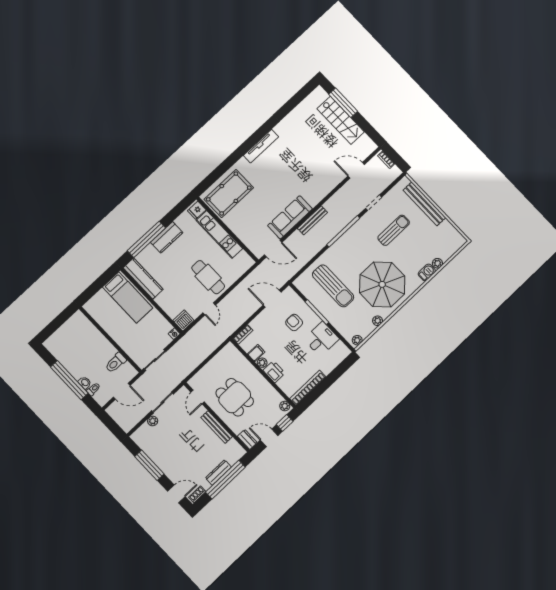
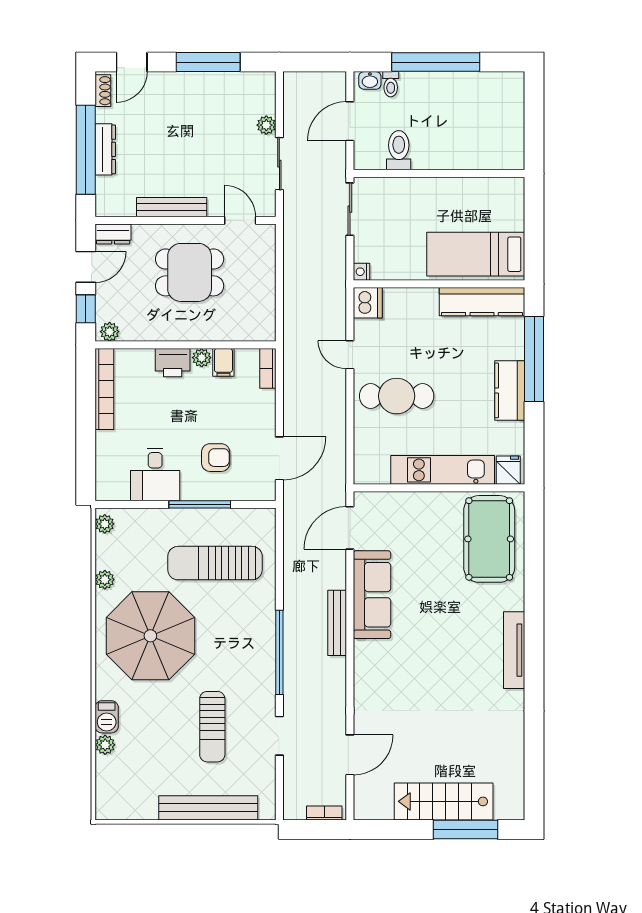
washbasin: (85, 383) -> (370, 80), moved

